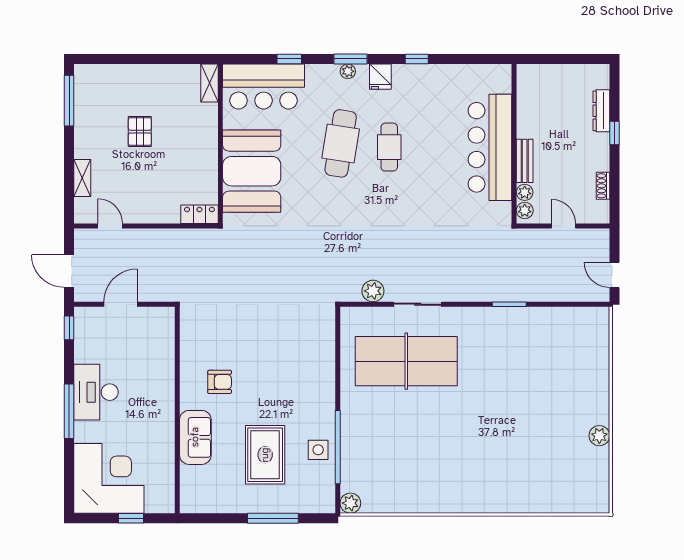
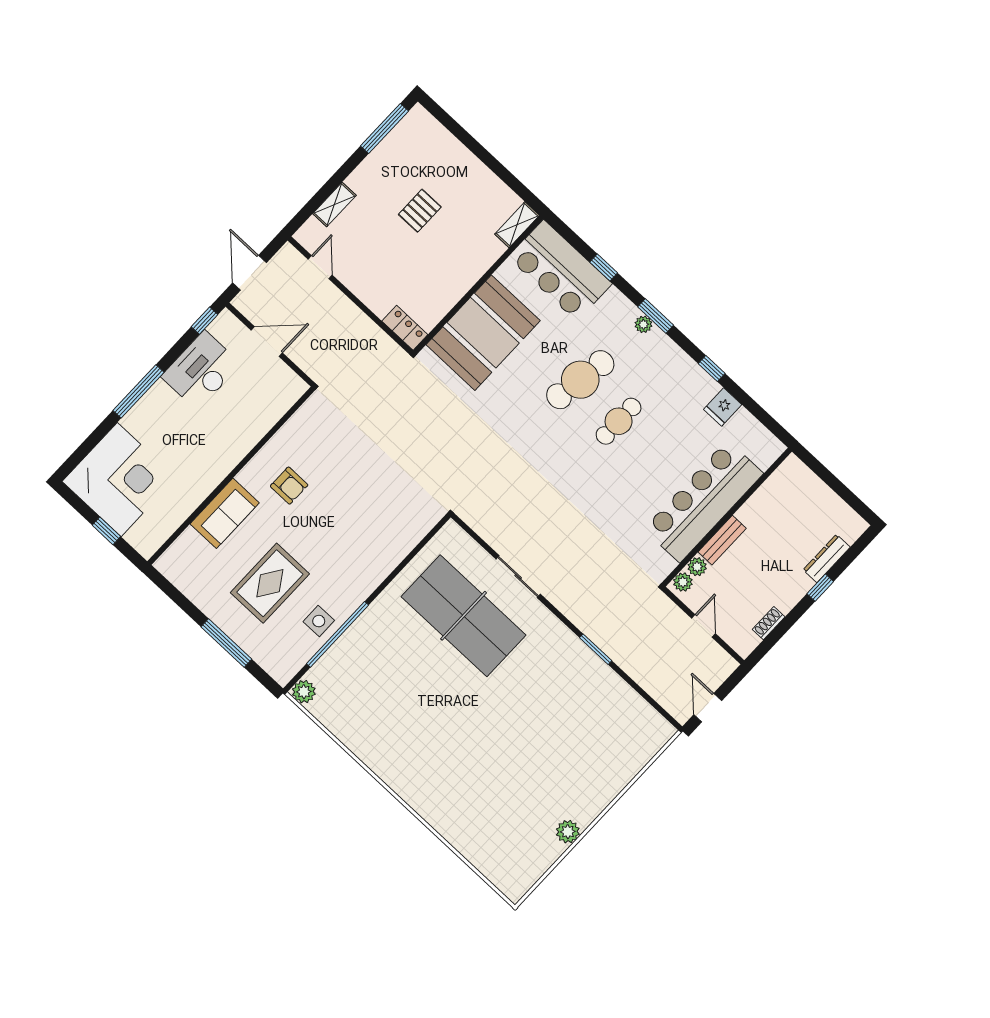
fridge: (380, 77) -> (723, 407), moved
plant: (373, 291) -> (491, 530), removed
desk: (96, 392) -> (201, 370), moved

